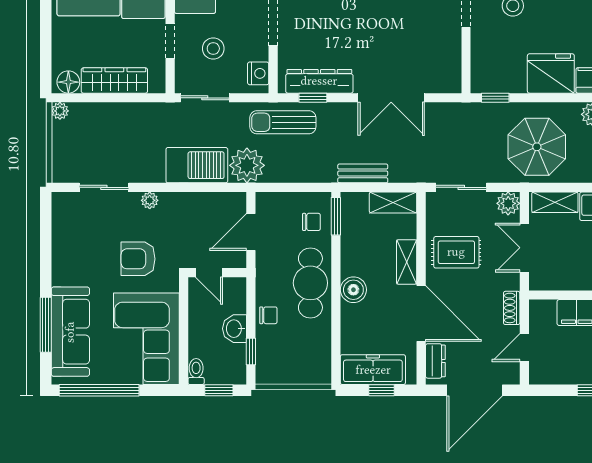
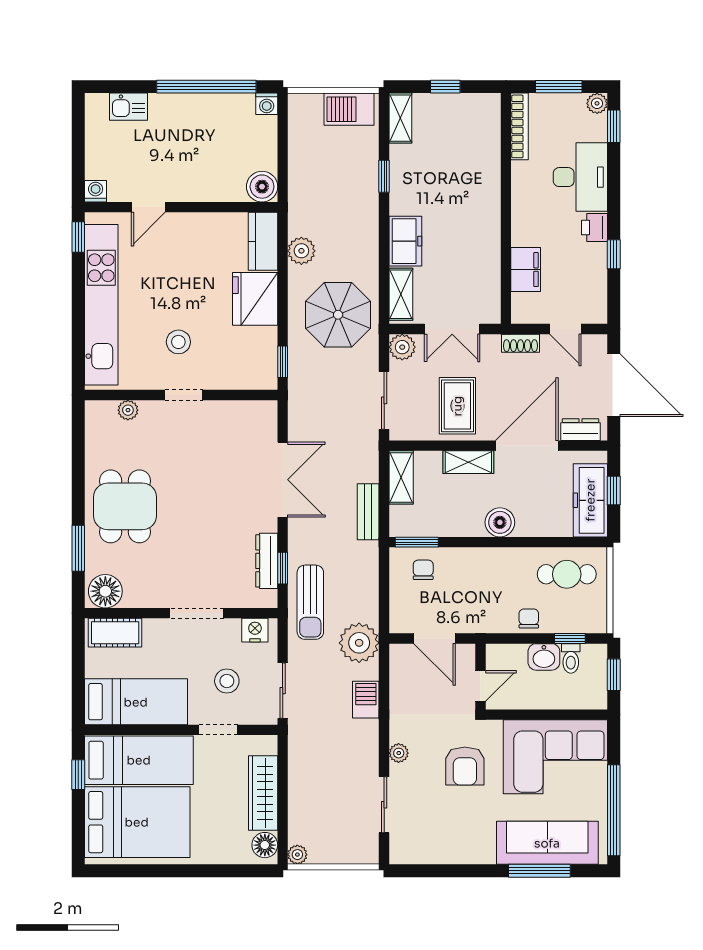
dresser: (319, 81) -> (267, 561), width x0.73, depth x0.80
barbecue: (197, 165) -> (366, 700), width x0.53, depth x0.65
cafe table: (310, 283) -> (567, 574), moved, width x0.73, depth x0.74
toilet: (196, 372) -> (571, 658), moved, turned -90

